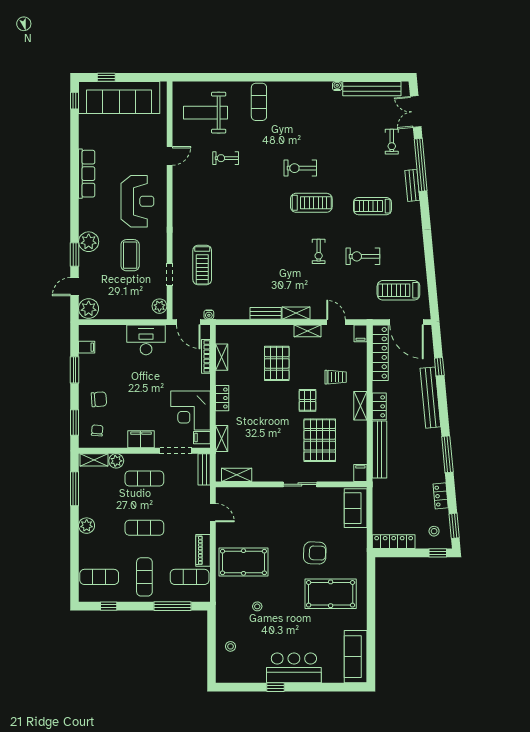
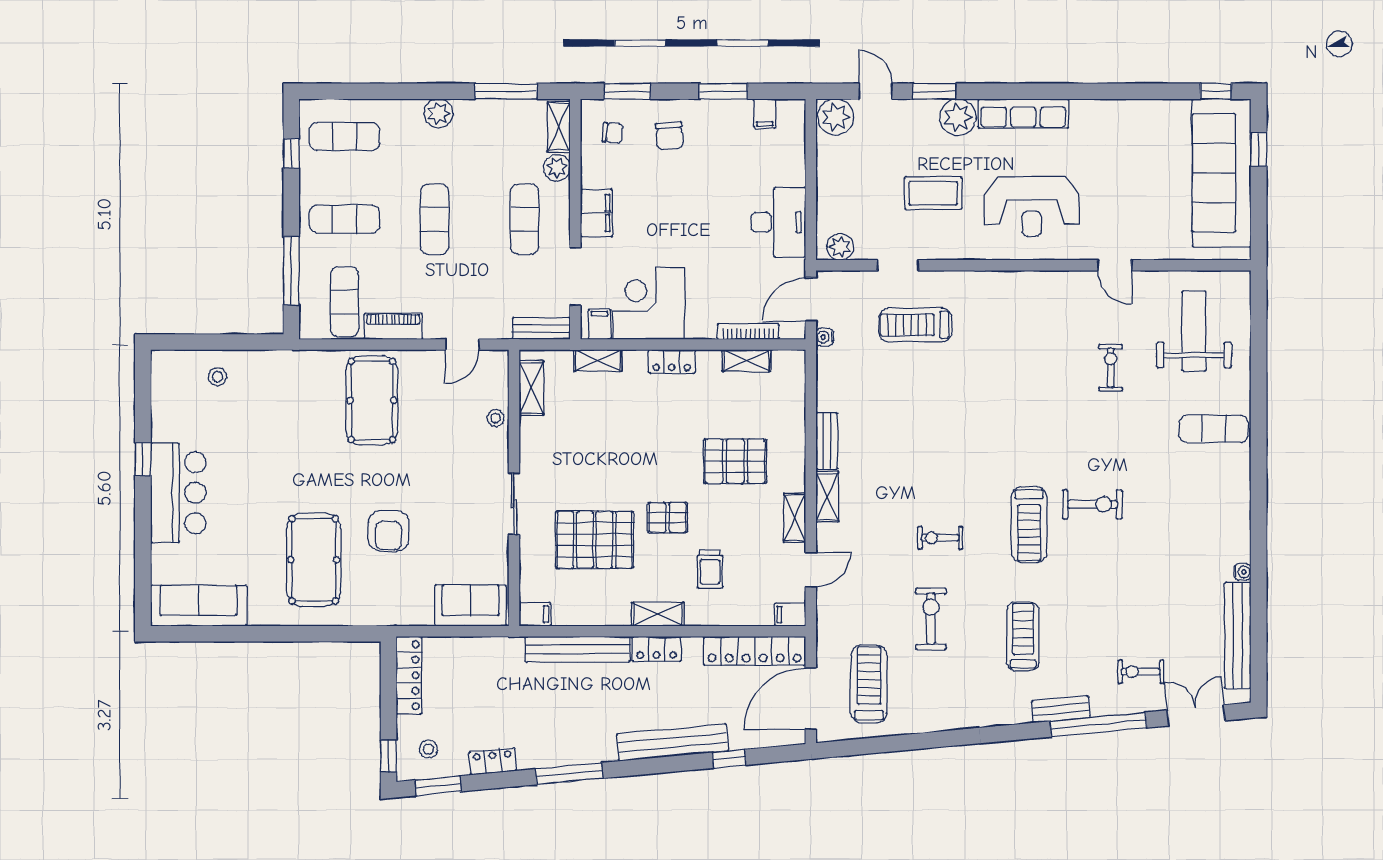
exercise bike: (300, 168) -> (1092, 504), turned 90
row of seats: (87, 174) -> (1023, 114), moved
exercise mat: (99, 577) -> (345, 136), turned 90
stool: (257, 606) -> (496, 418), moved

